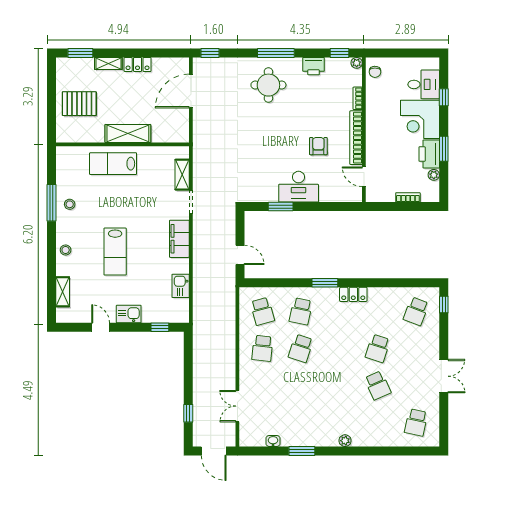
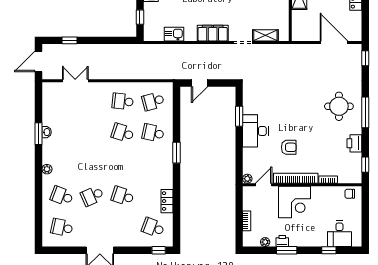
plant: (357, 63) -> (247, 179), moved
corner desk: (420, 119) -> (295, 202), moved, turned 180
printer: (429, 154) -> (282, 241), width x0.53, depth x0.68
locker: (353, 294) -> (167, 201), moved
school desk: (378, 422) -> (62, 196), added
washbasin: (273, 441) -> (47, 132), moved

